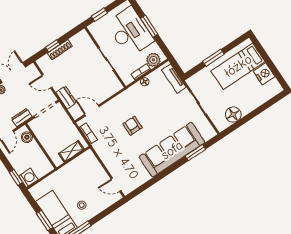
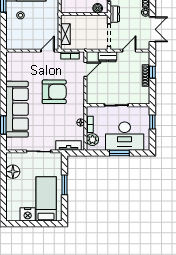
armchair: (133, 126) -> (54, 92), width x1.88, depth x1.88
door: (116, 185) -> (48, 51), moved

